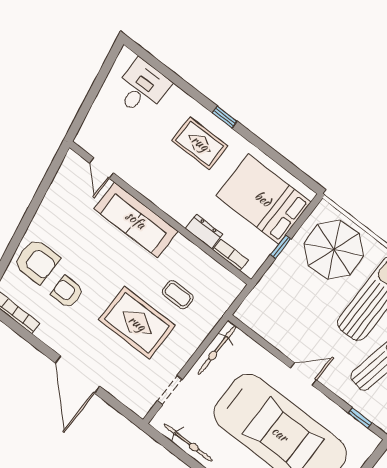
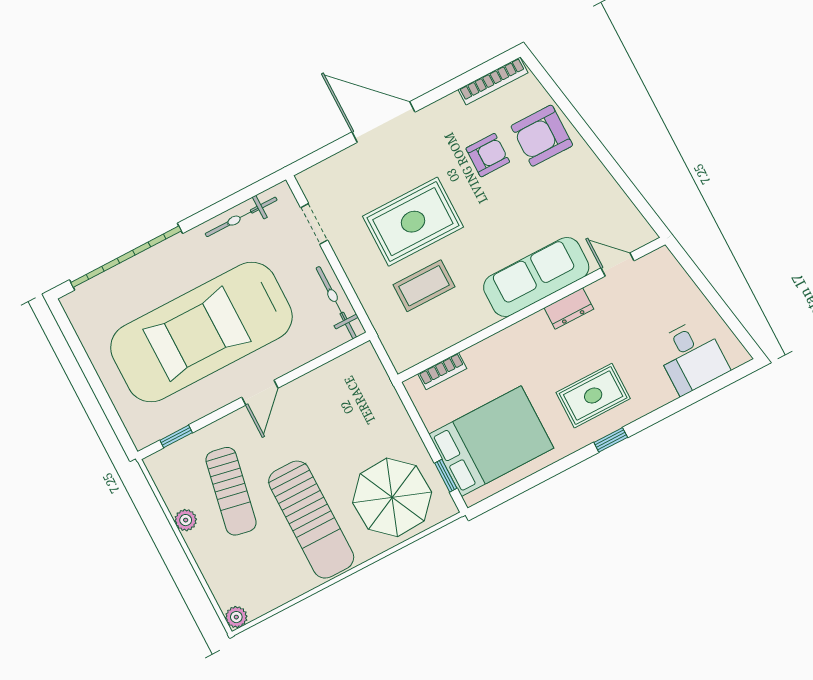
dresser: (204, 231) -> (569, 308), moved
window: (281, 247) -> (446, 476), moved
coffee table: (178, 295) -> (424, 286), width x1.36, depth x1.30

